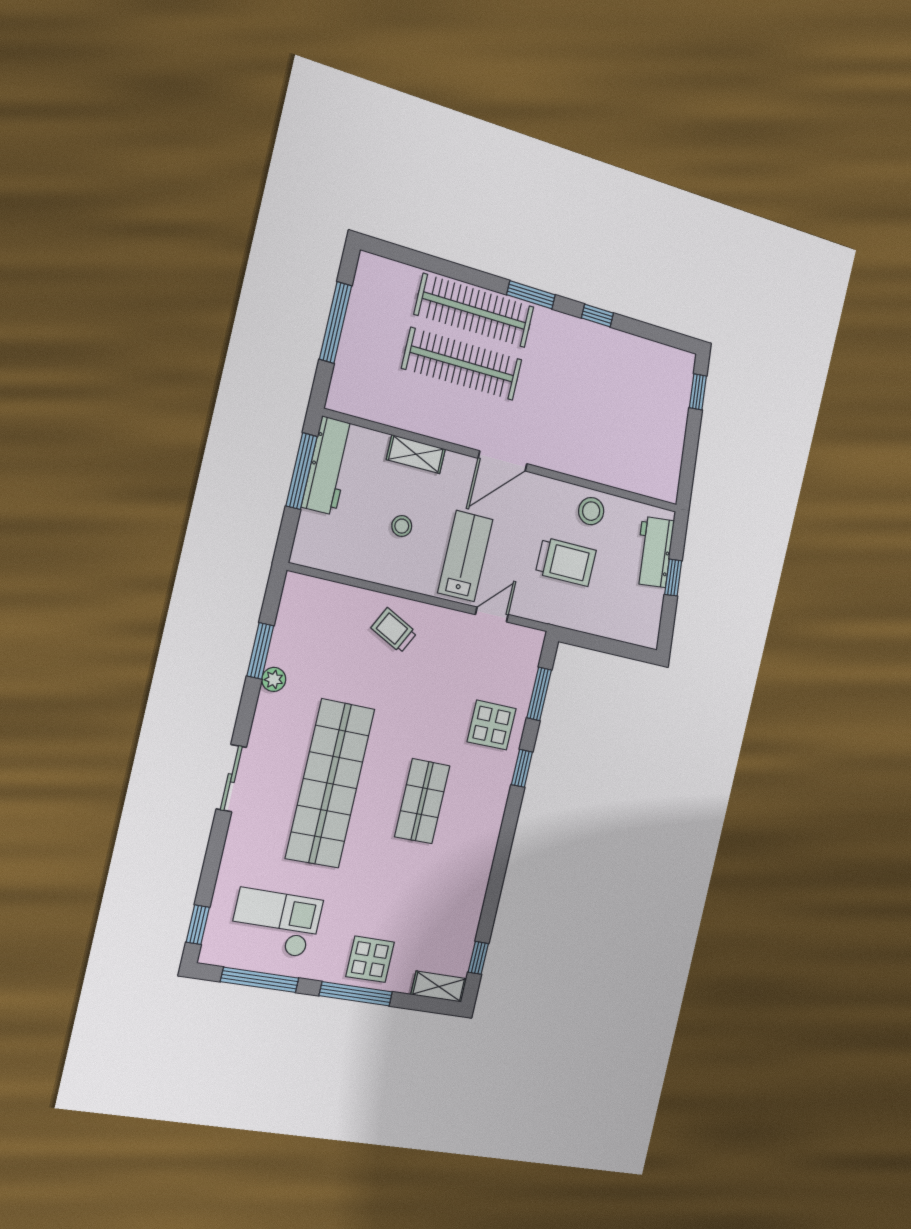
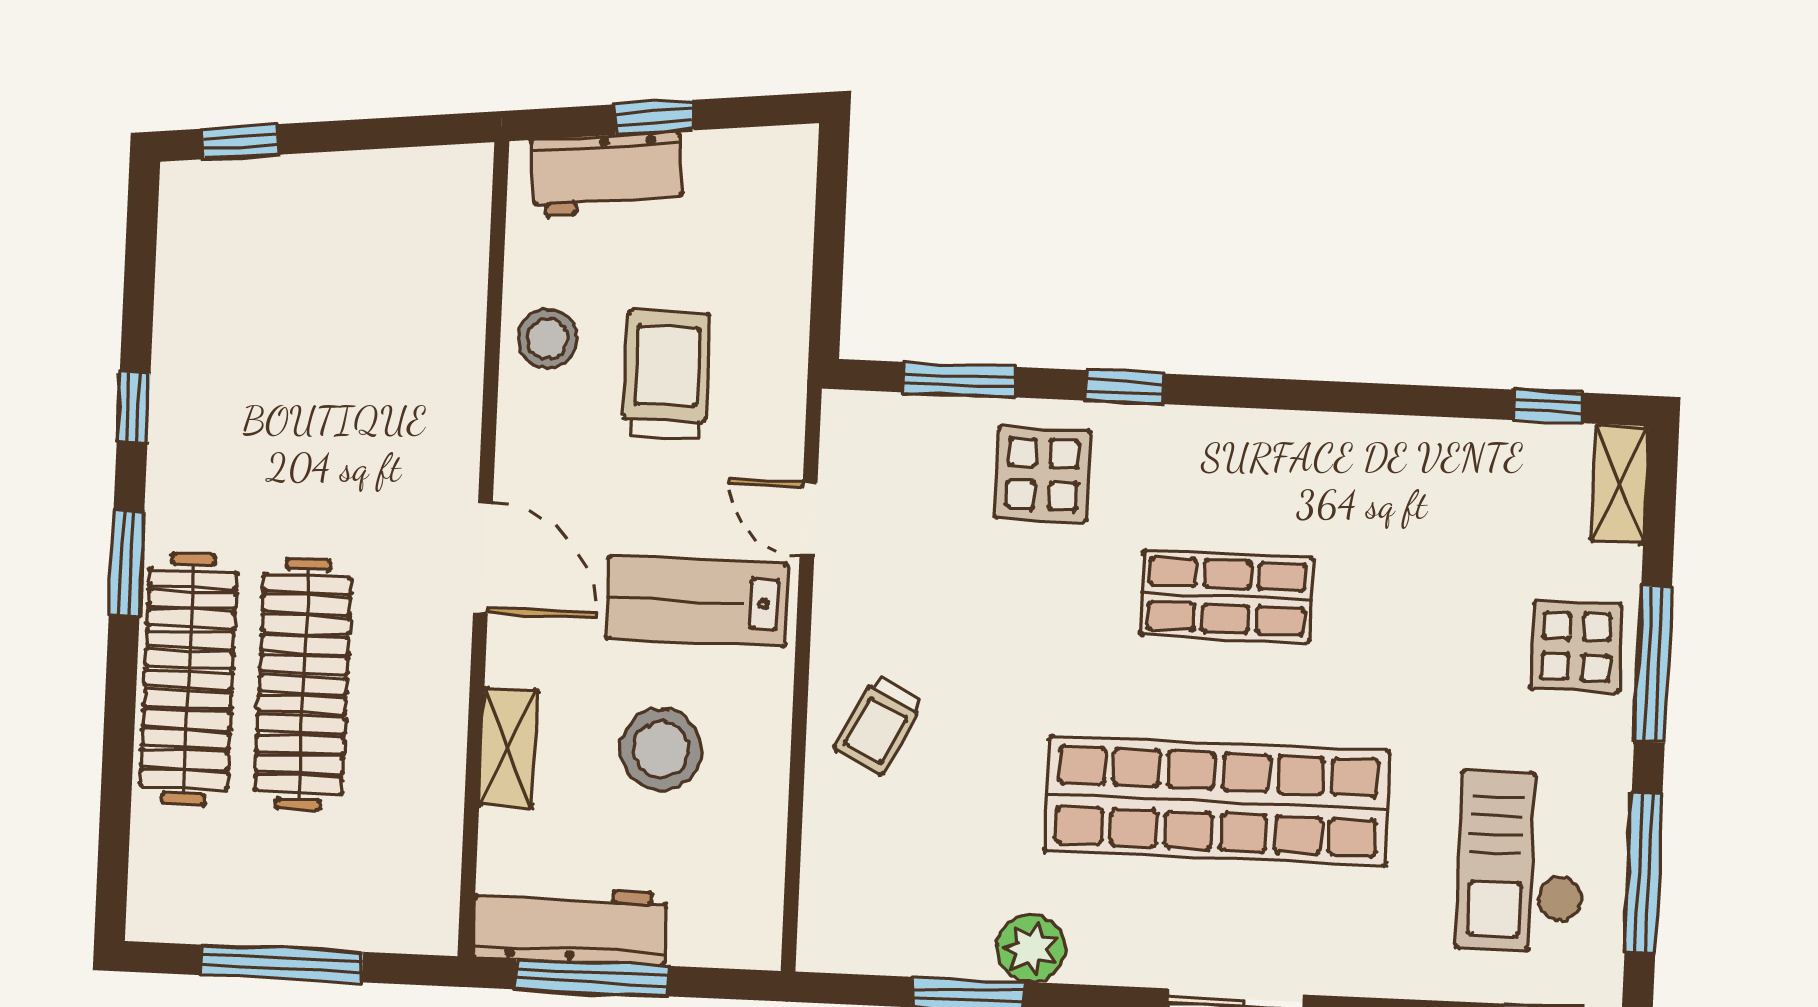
stool: (402, 526) -> (661, 750), width x1.89, depth x1.89
plant: (274, 679) -> (1031, 948), width x1.38, depth x1.38

